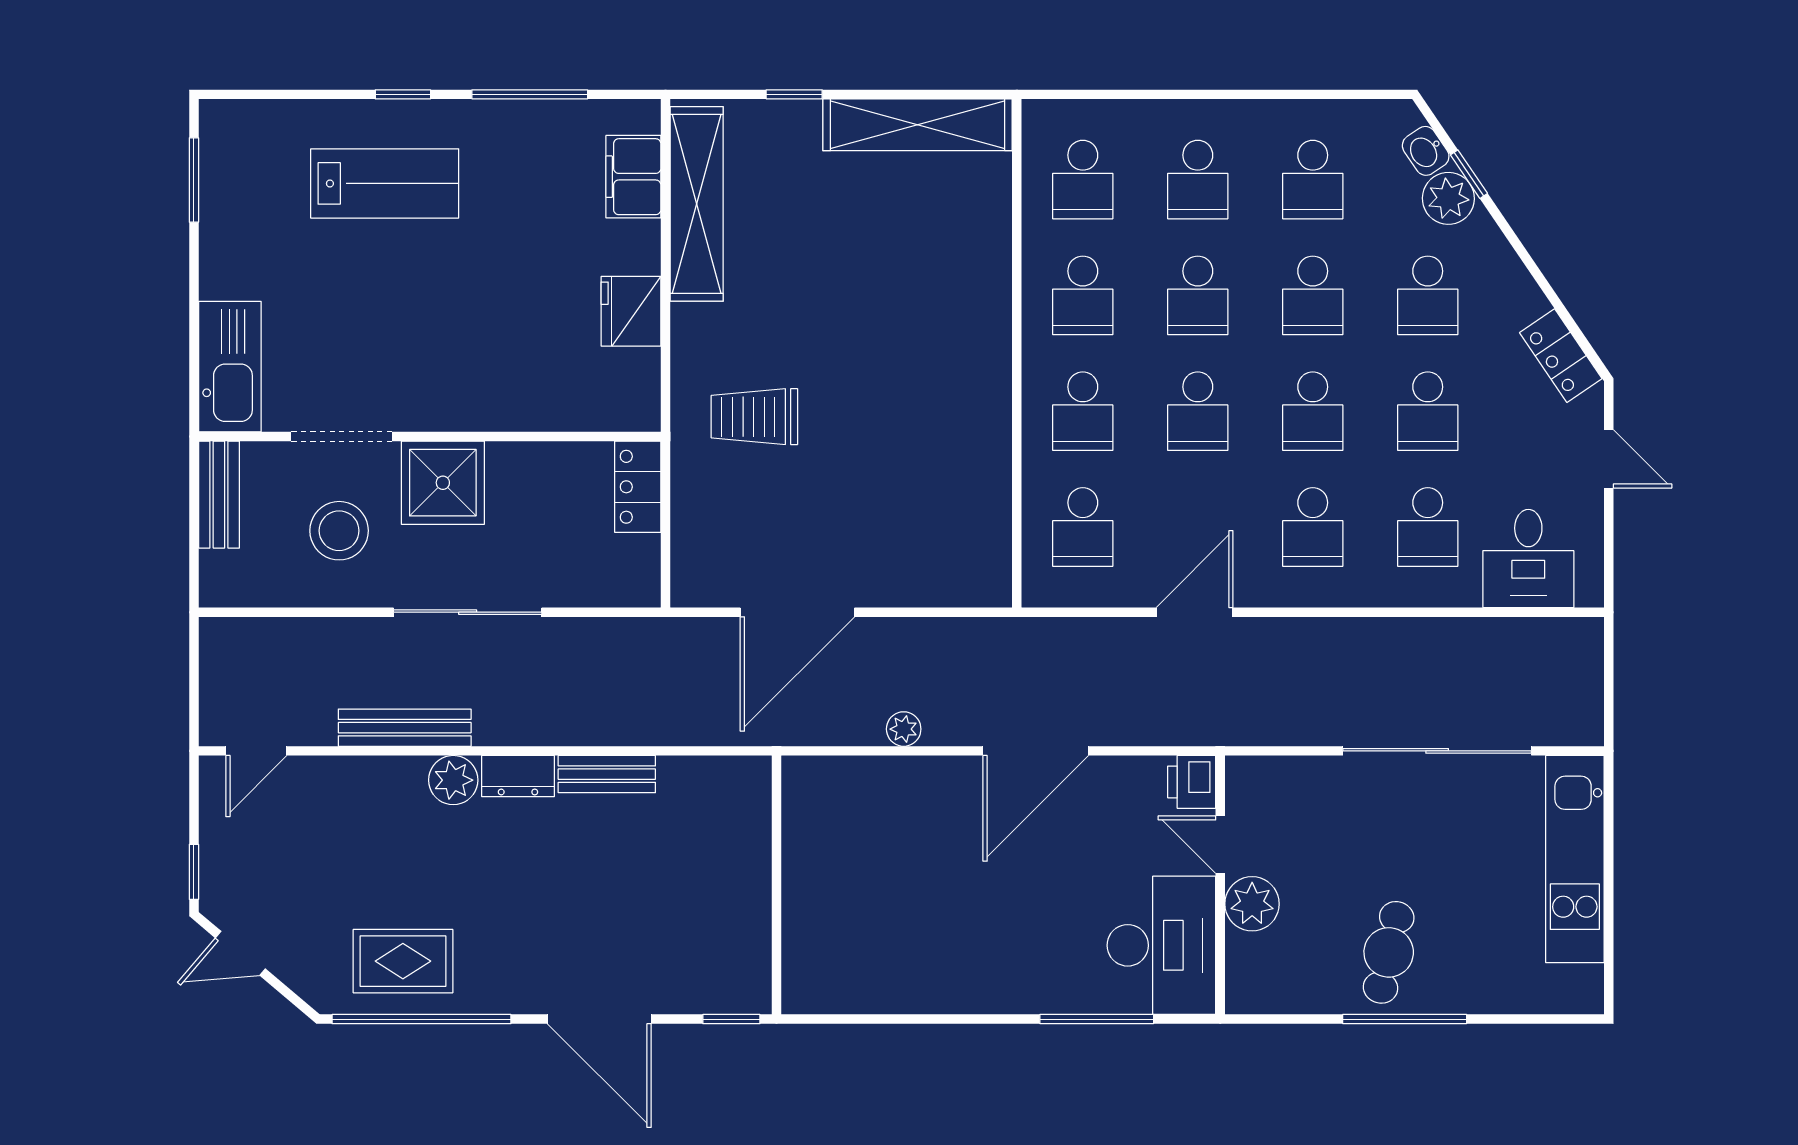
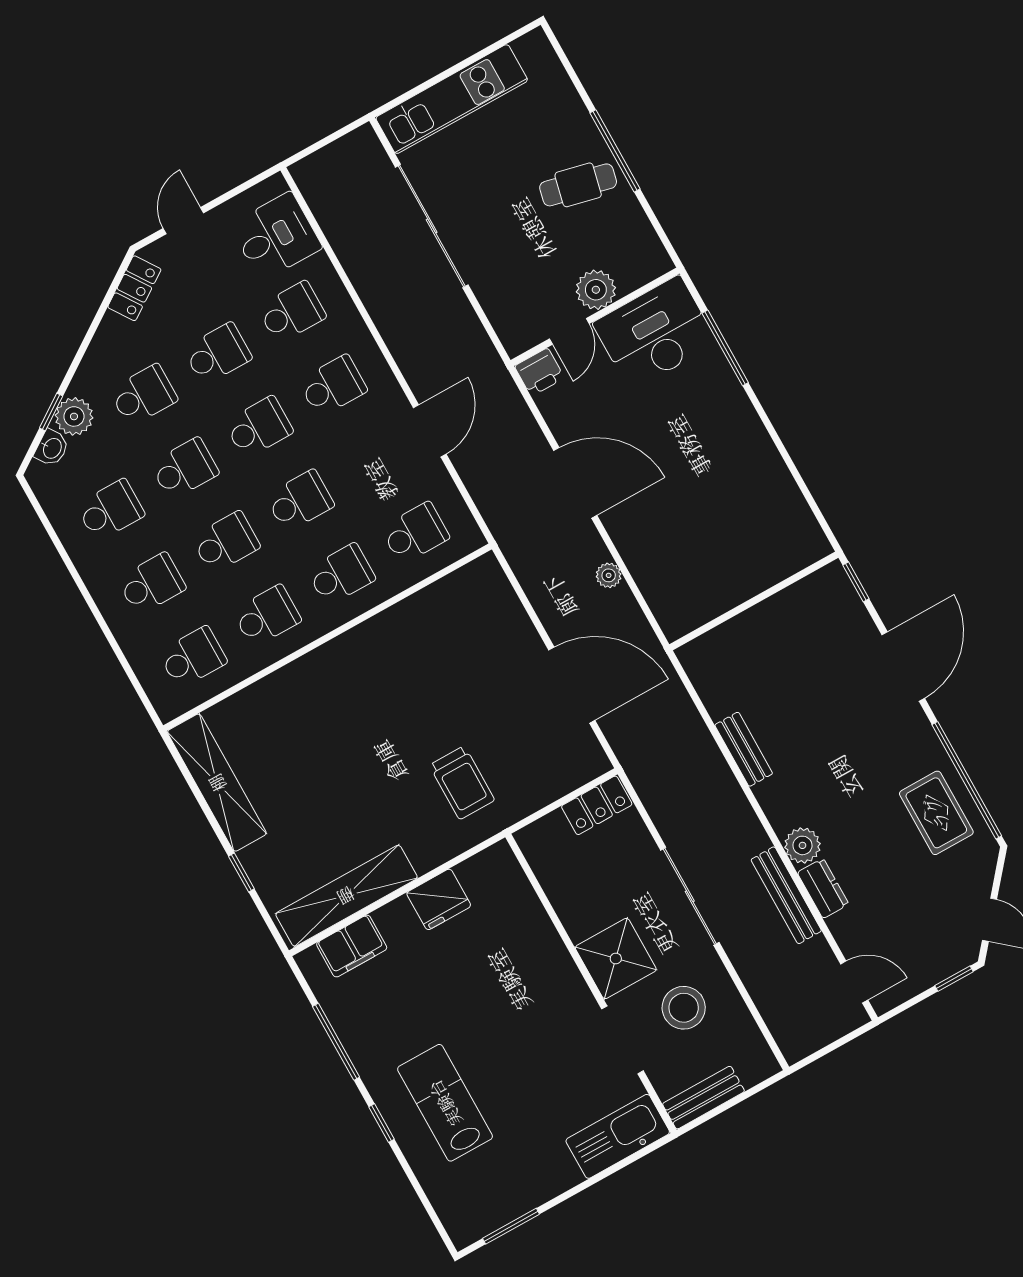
locker: (638, 487) -> (597, 805), moved
door: (1195, 612) -> (430, 431), swing flipped
dresser: (518, 776) -> (823, 888), moved

